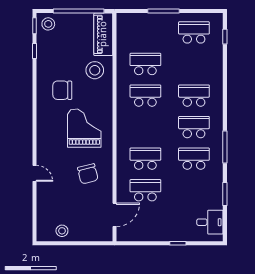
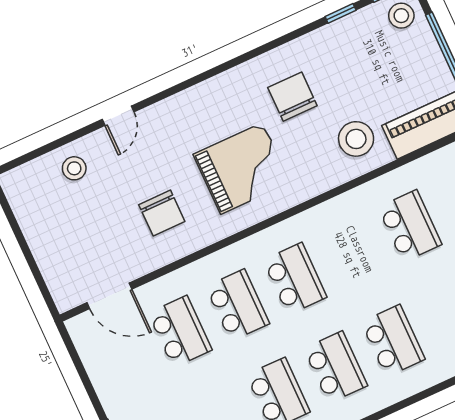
school desk: (145, 96) -> (295, 279), moved
chair: (88, 174) -> (162, 213), turned -76
stool: (62, 231) -> (74, 168), moved

